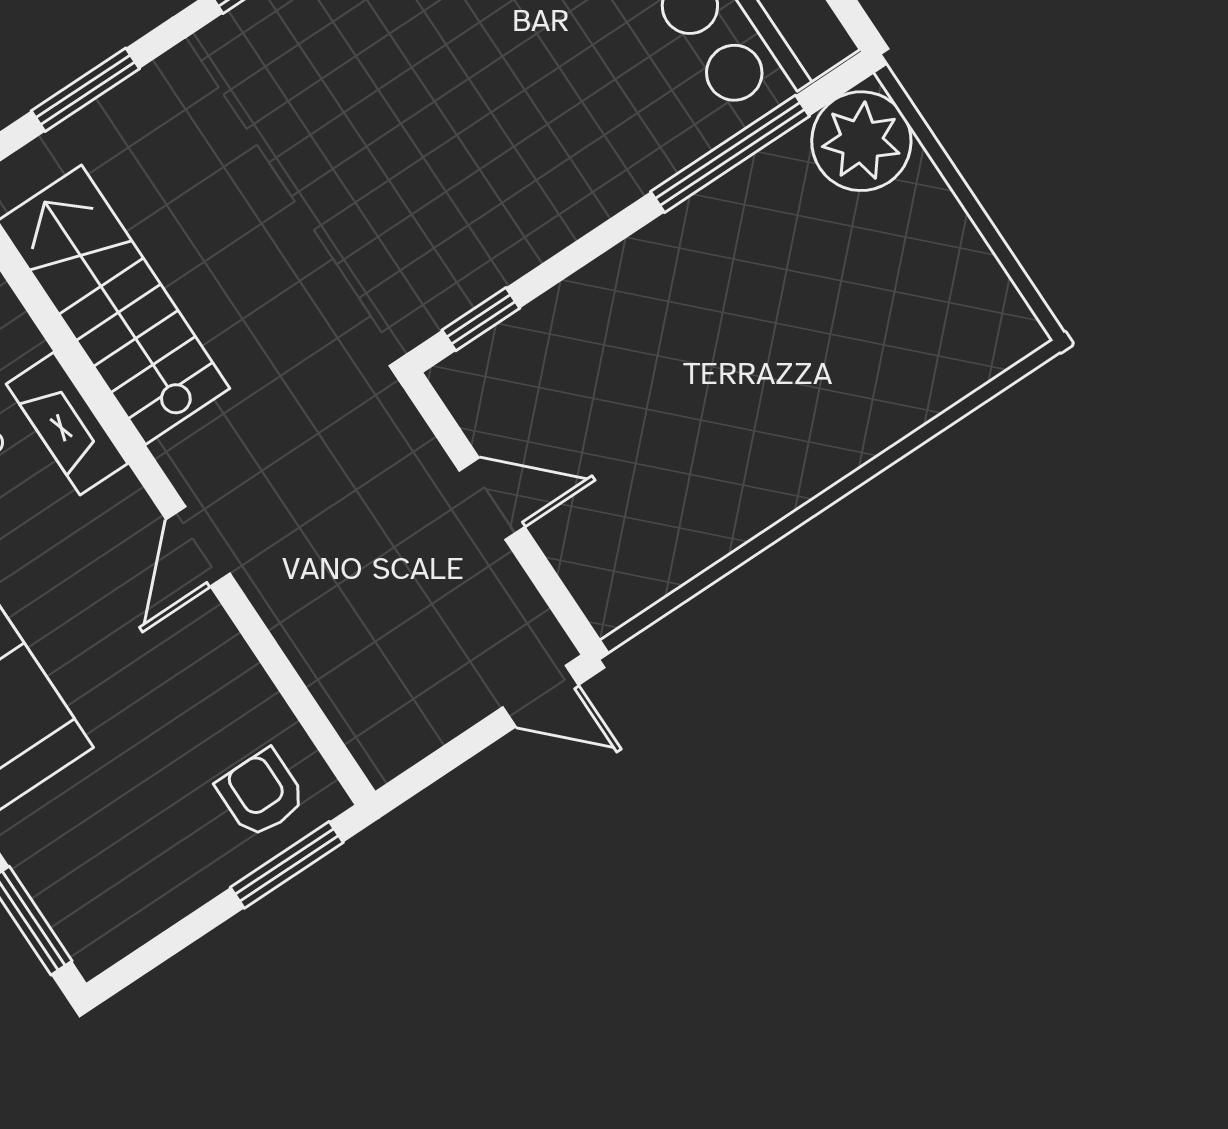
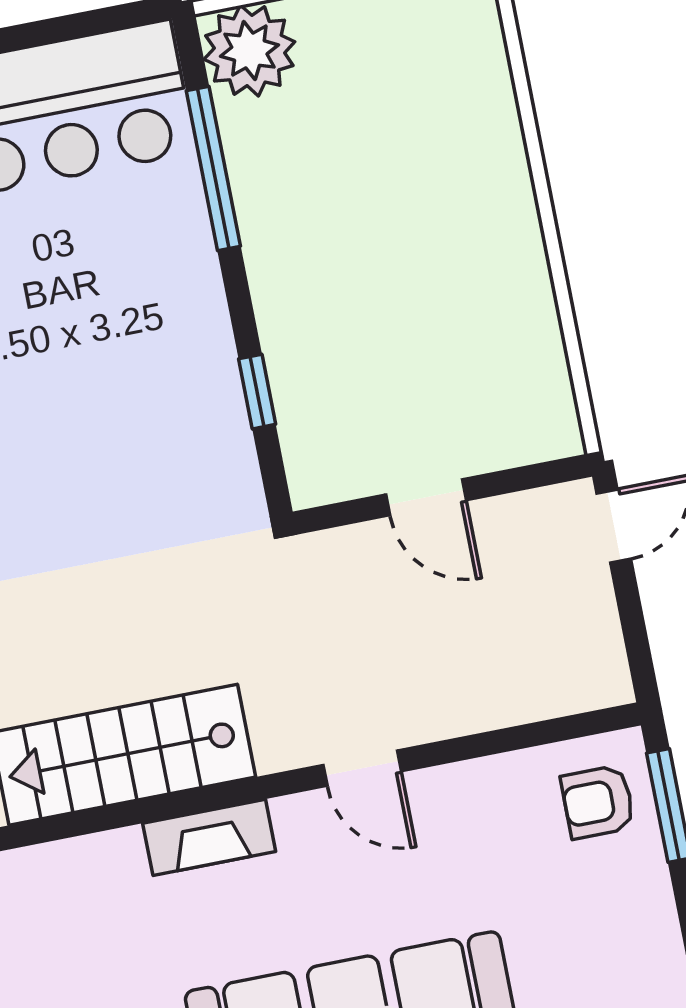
window: (481, 319) -> (257, 392), moved
door: (492, 499) -> (426, 497), swing flipped

